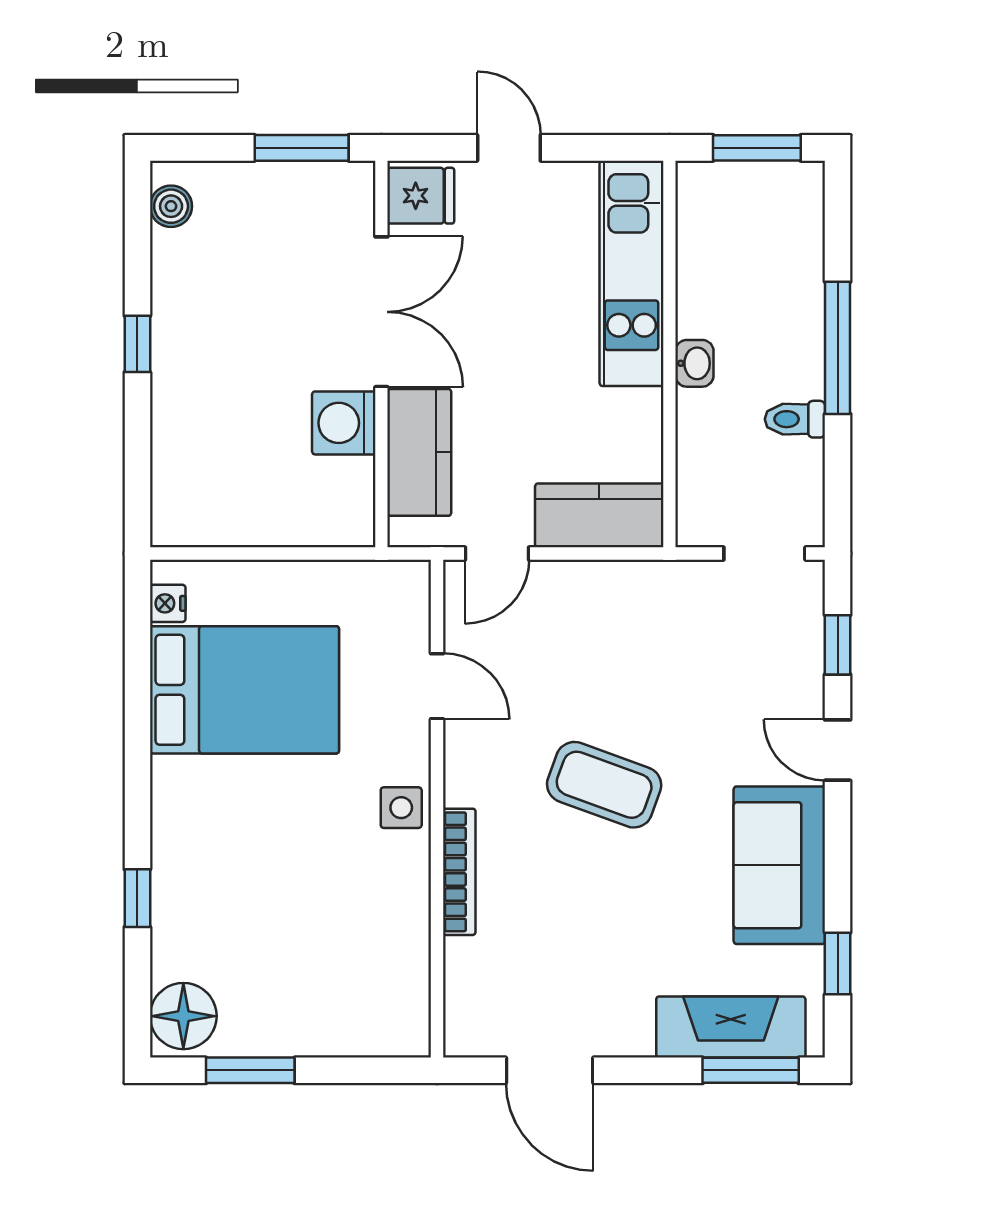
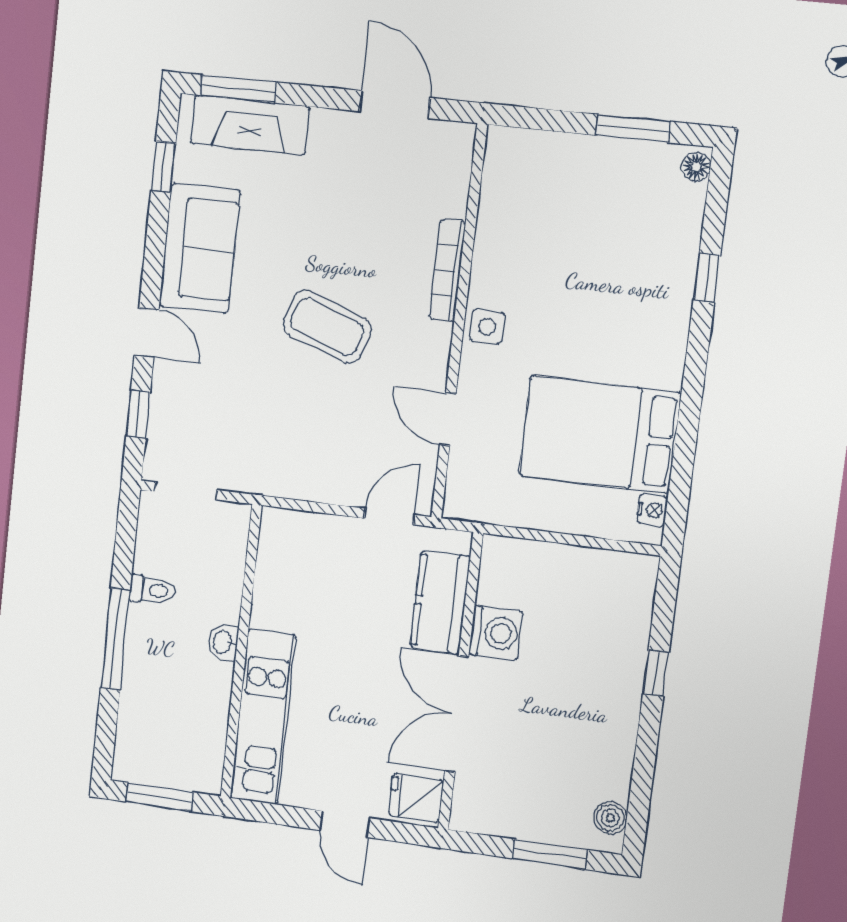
window: (302, 148) -> (550, 854), moved
window: (137, 344) -> (656, 673), moved
kitchen counter: (599, 515) -> (308, 536), removed
floor lamp: (183, 1016) -> (696, 167), width x0.53, depth x0.53

